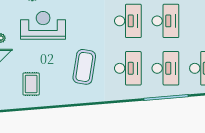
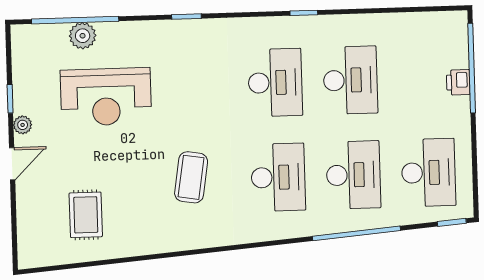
reception desk: (43, 25) -> (106, 97), turned 180
coffee table: (84, 67) -> (191, 177), width x0.73, depth x0.76

